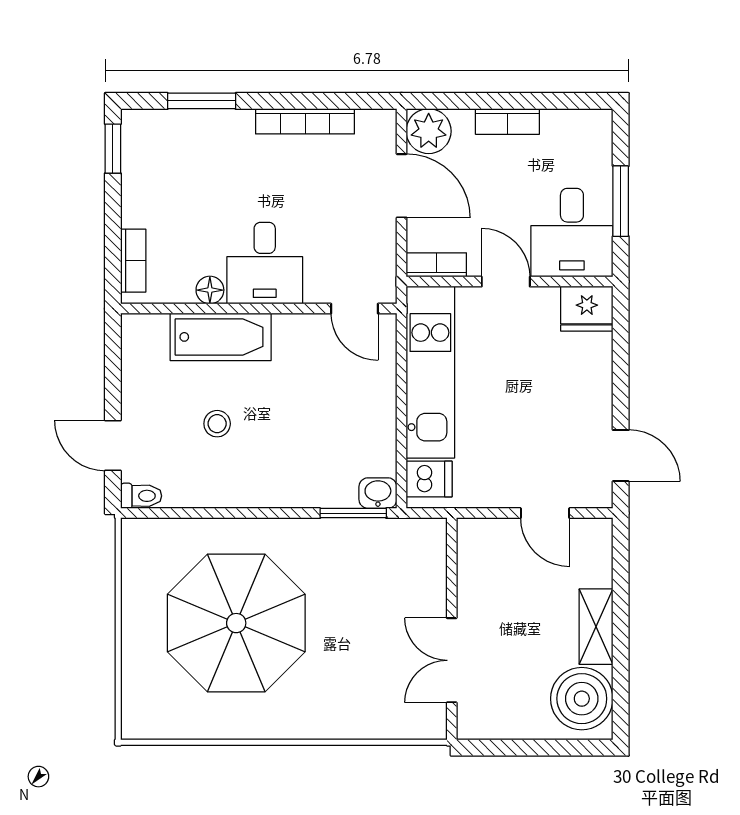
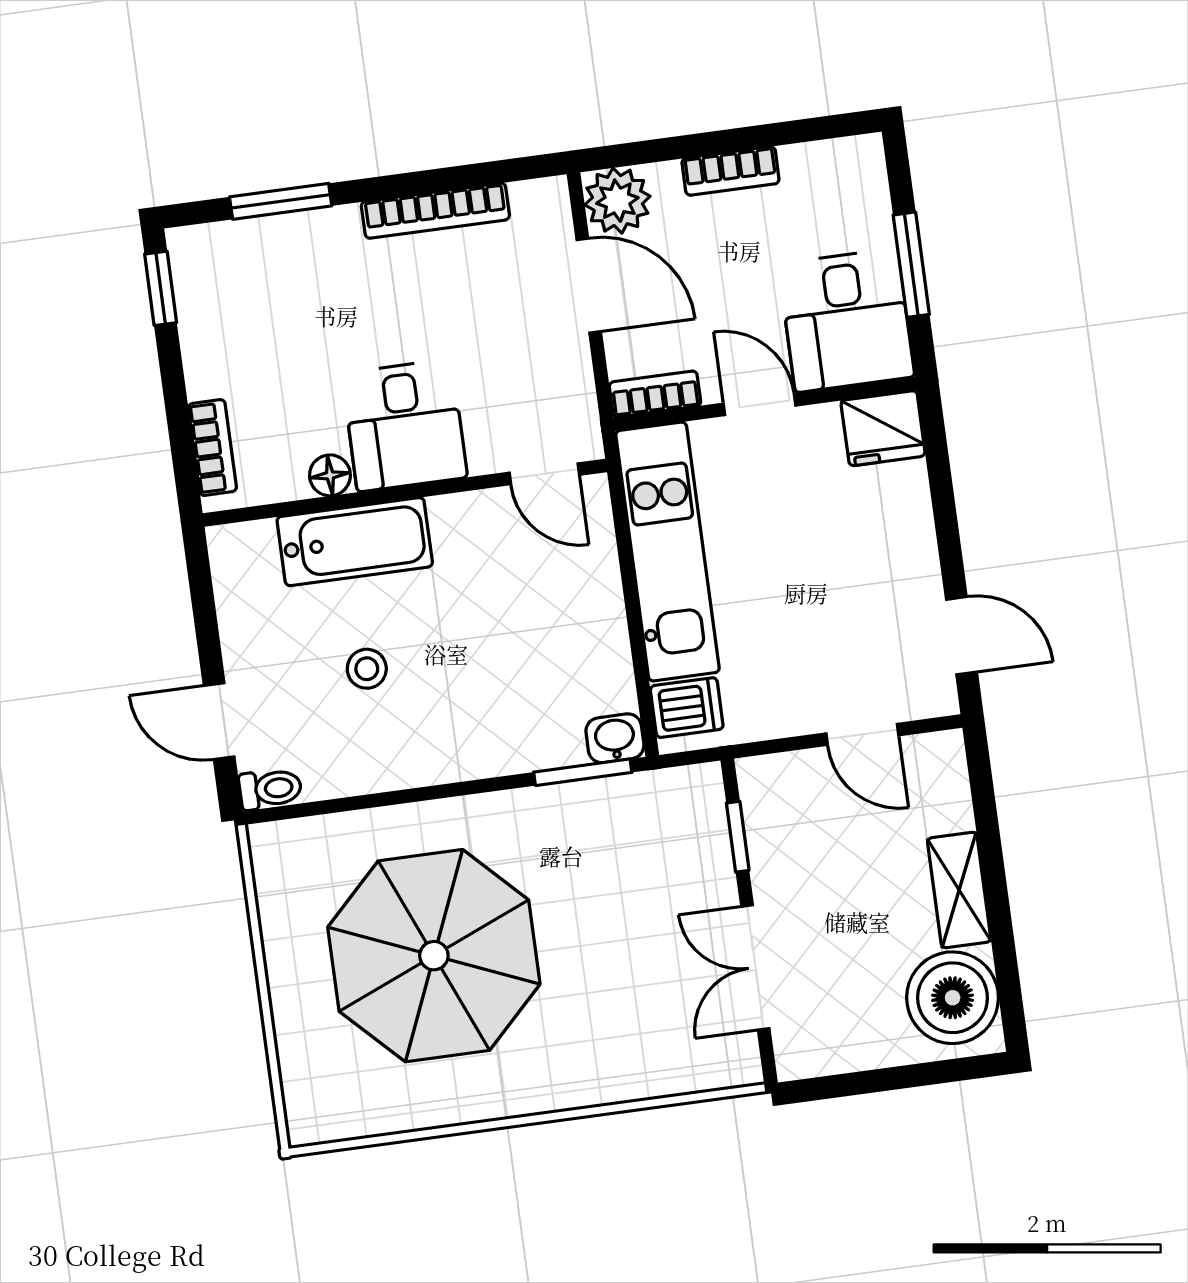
window: (452, 571) -> (738, 837), added

